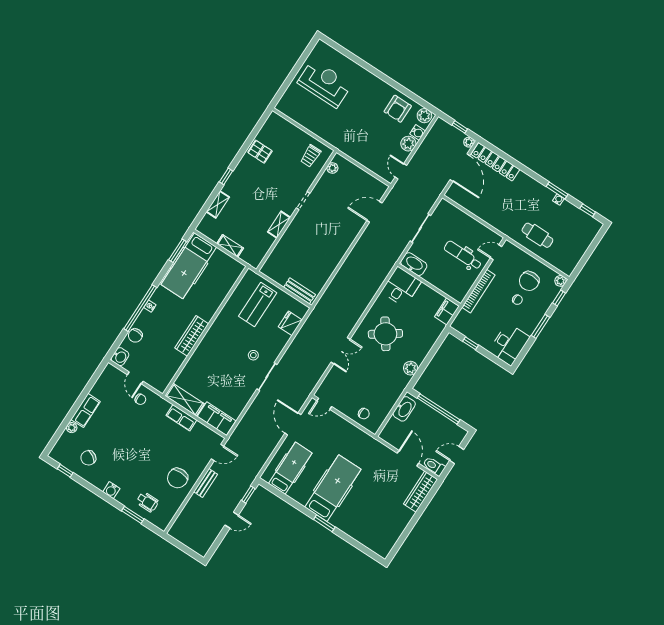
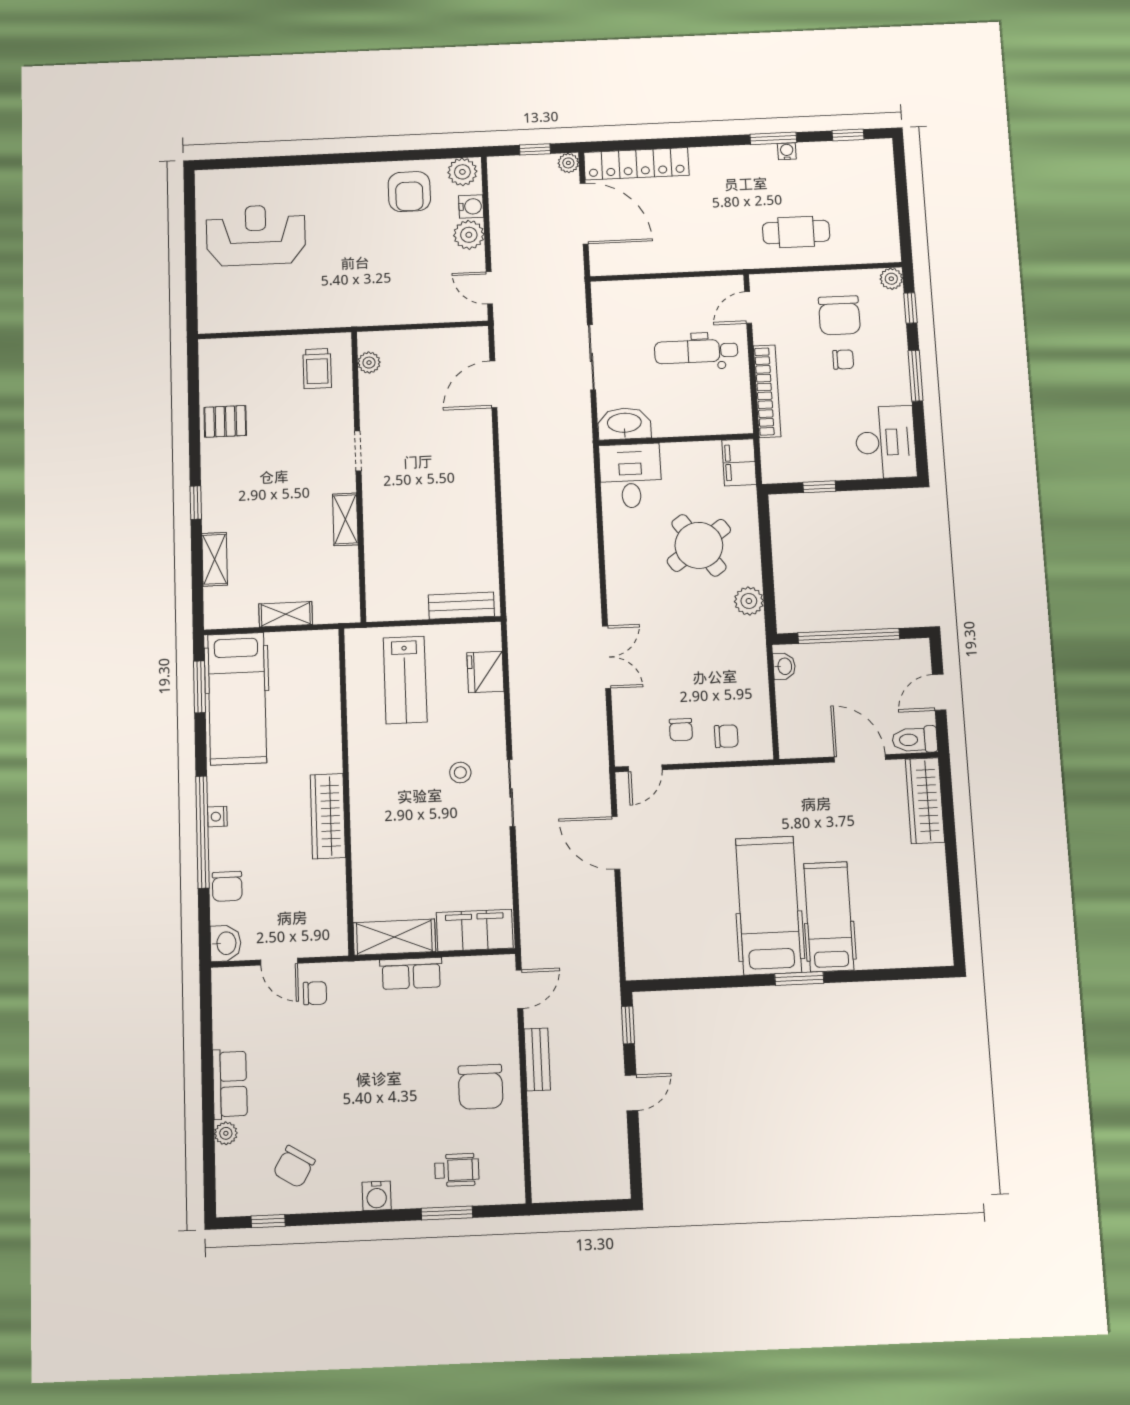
round table: (385, 334) -> (699, 545), moved
chair: (348, 399) -> (681, 730), added
washbasin: (404, 409) -> (784, 666), width x0.52, depth x0.69
hospital bed: (290, 468) -> (829, 917), moved

